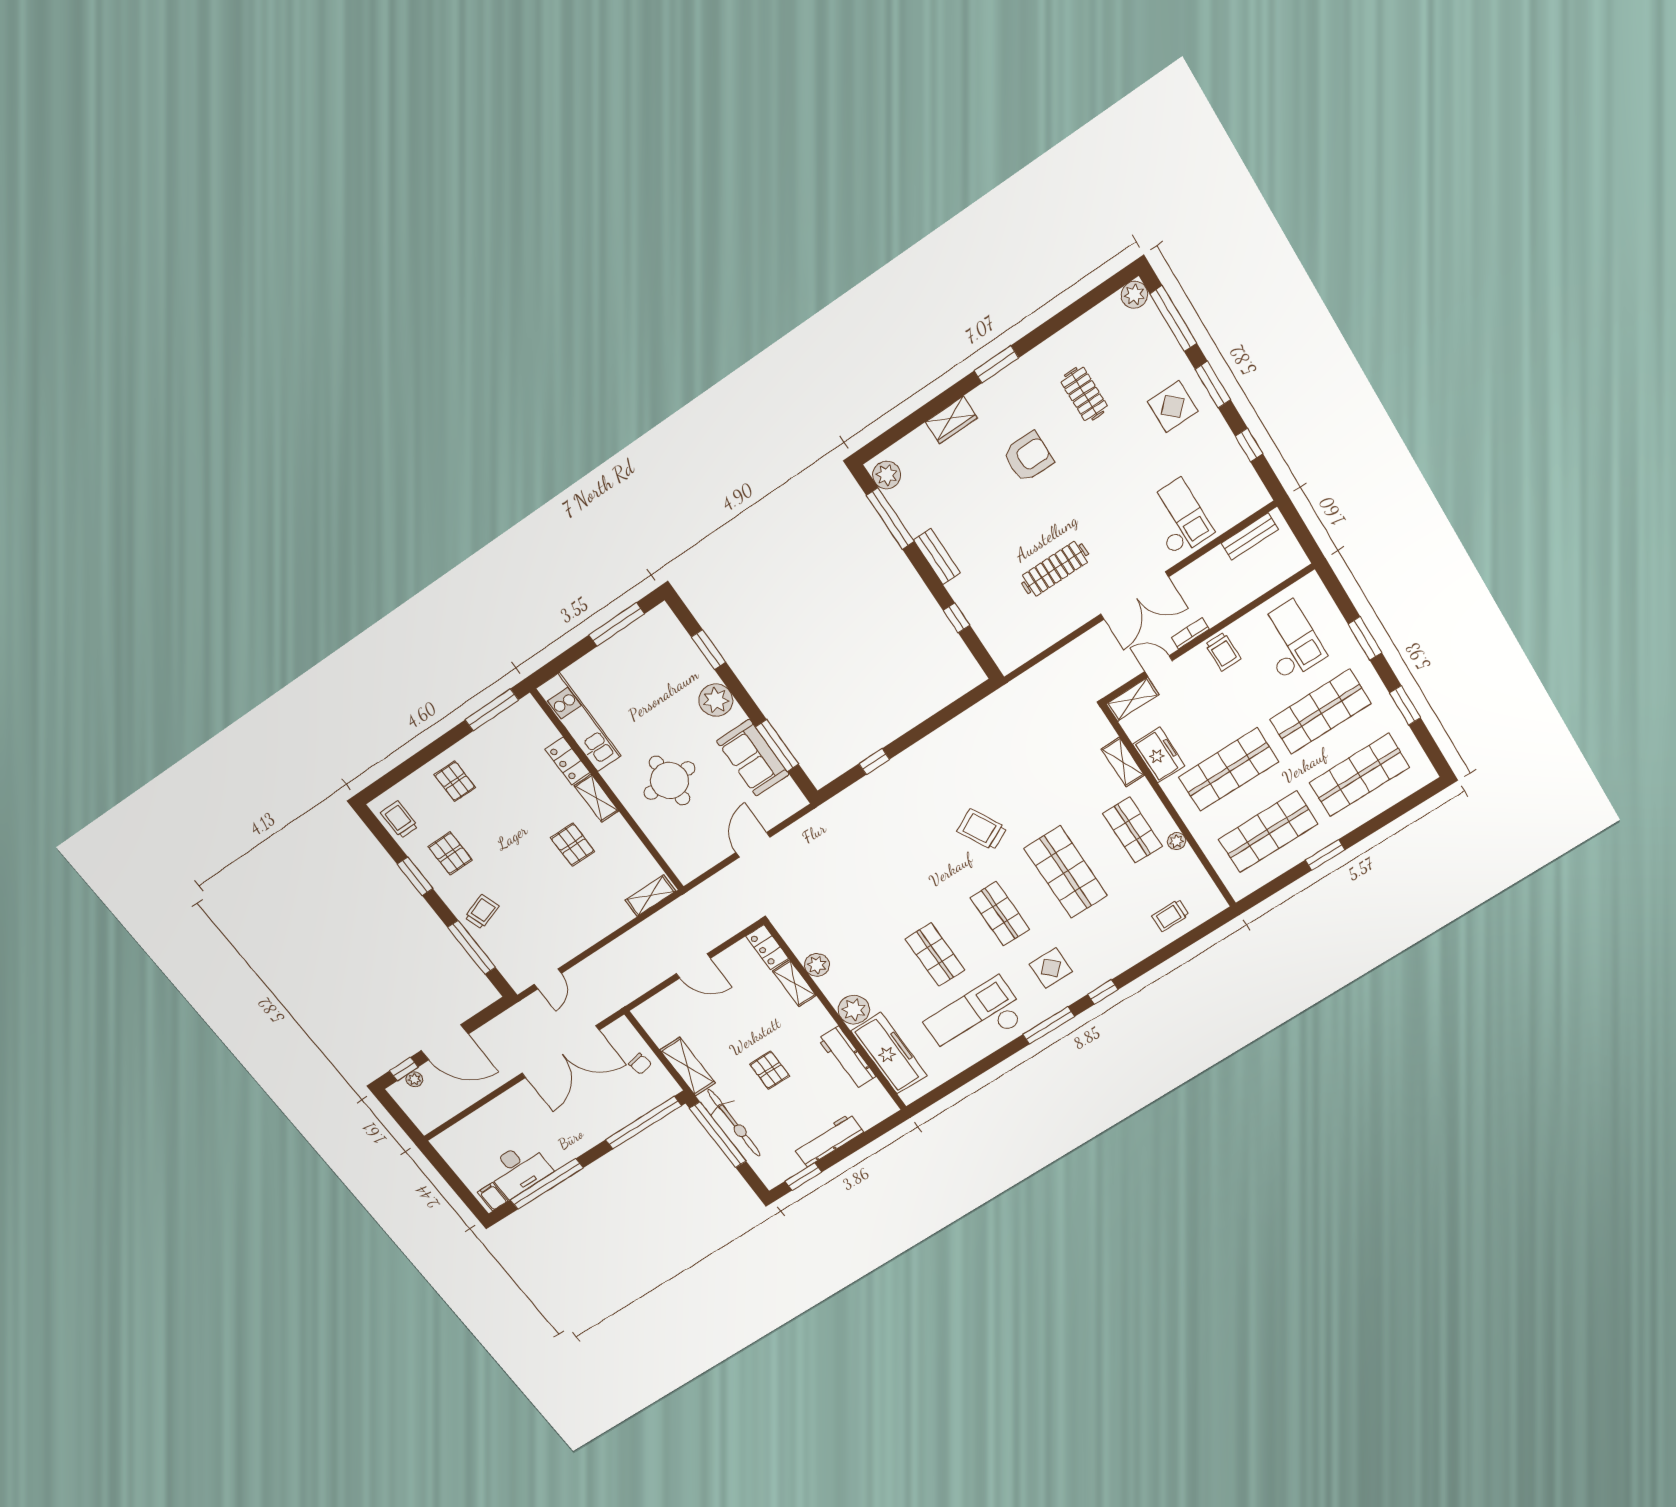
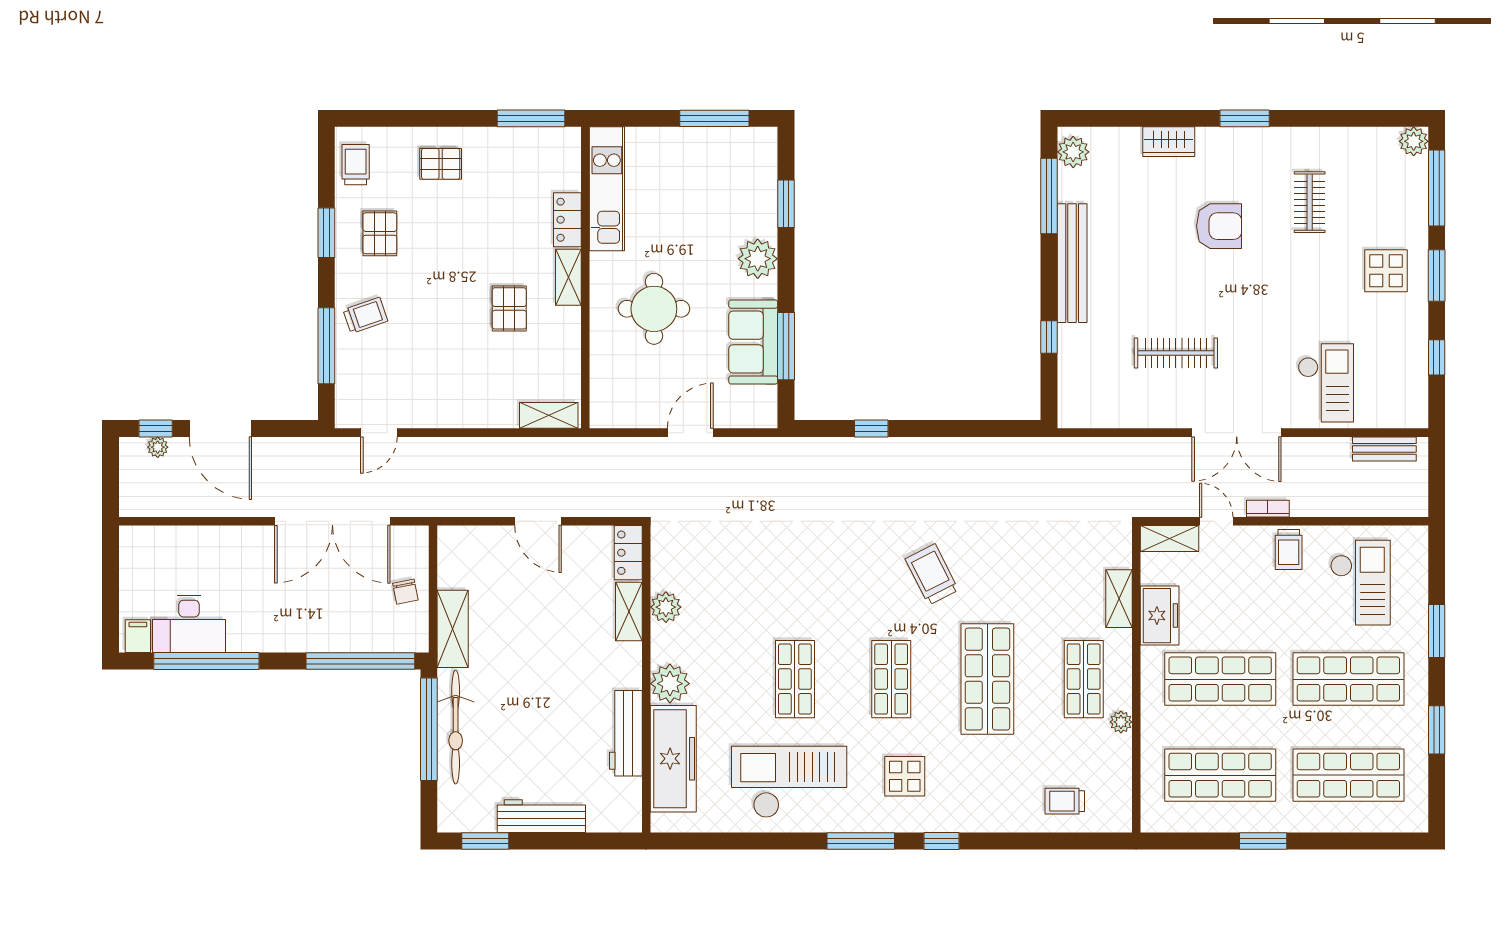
bench: (937, 556) -> (1072, 263), width x1.86, depth x1.21
pallet: (455, 781) -> (441, 164), turned 90
pallet: (770, 1070) -> (535, 692), removed

